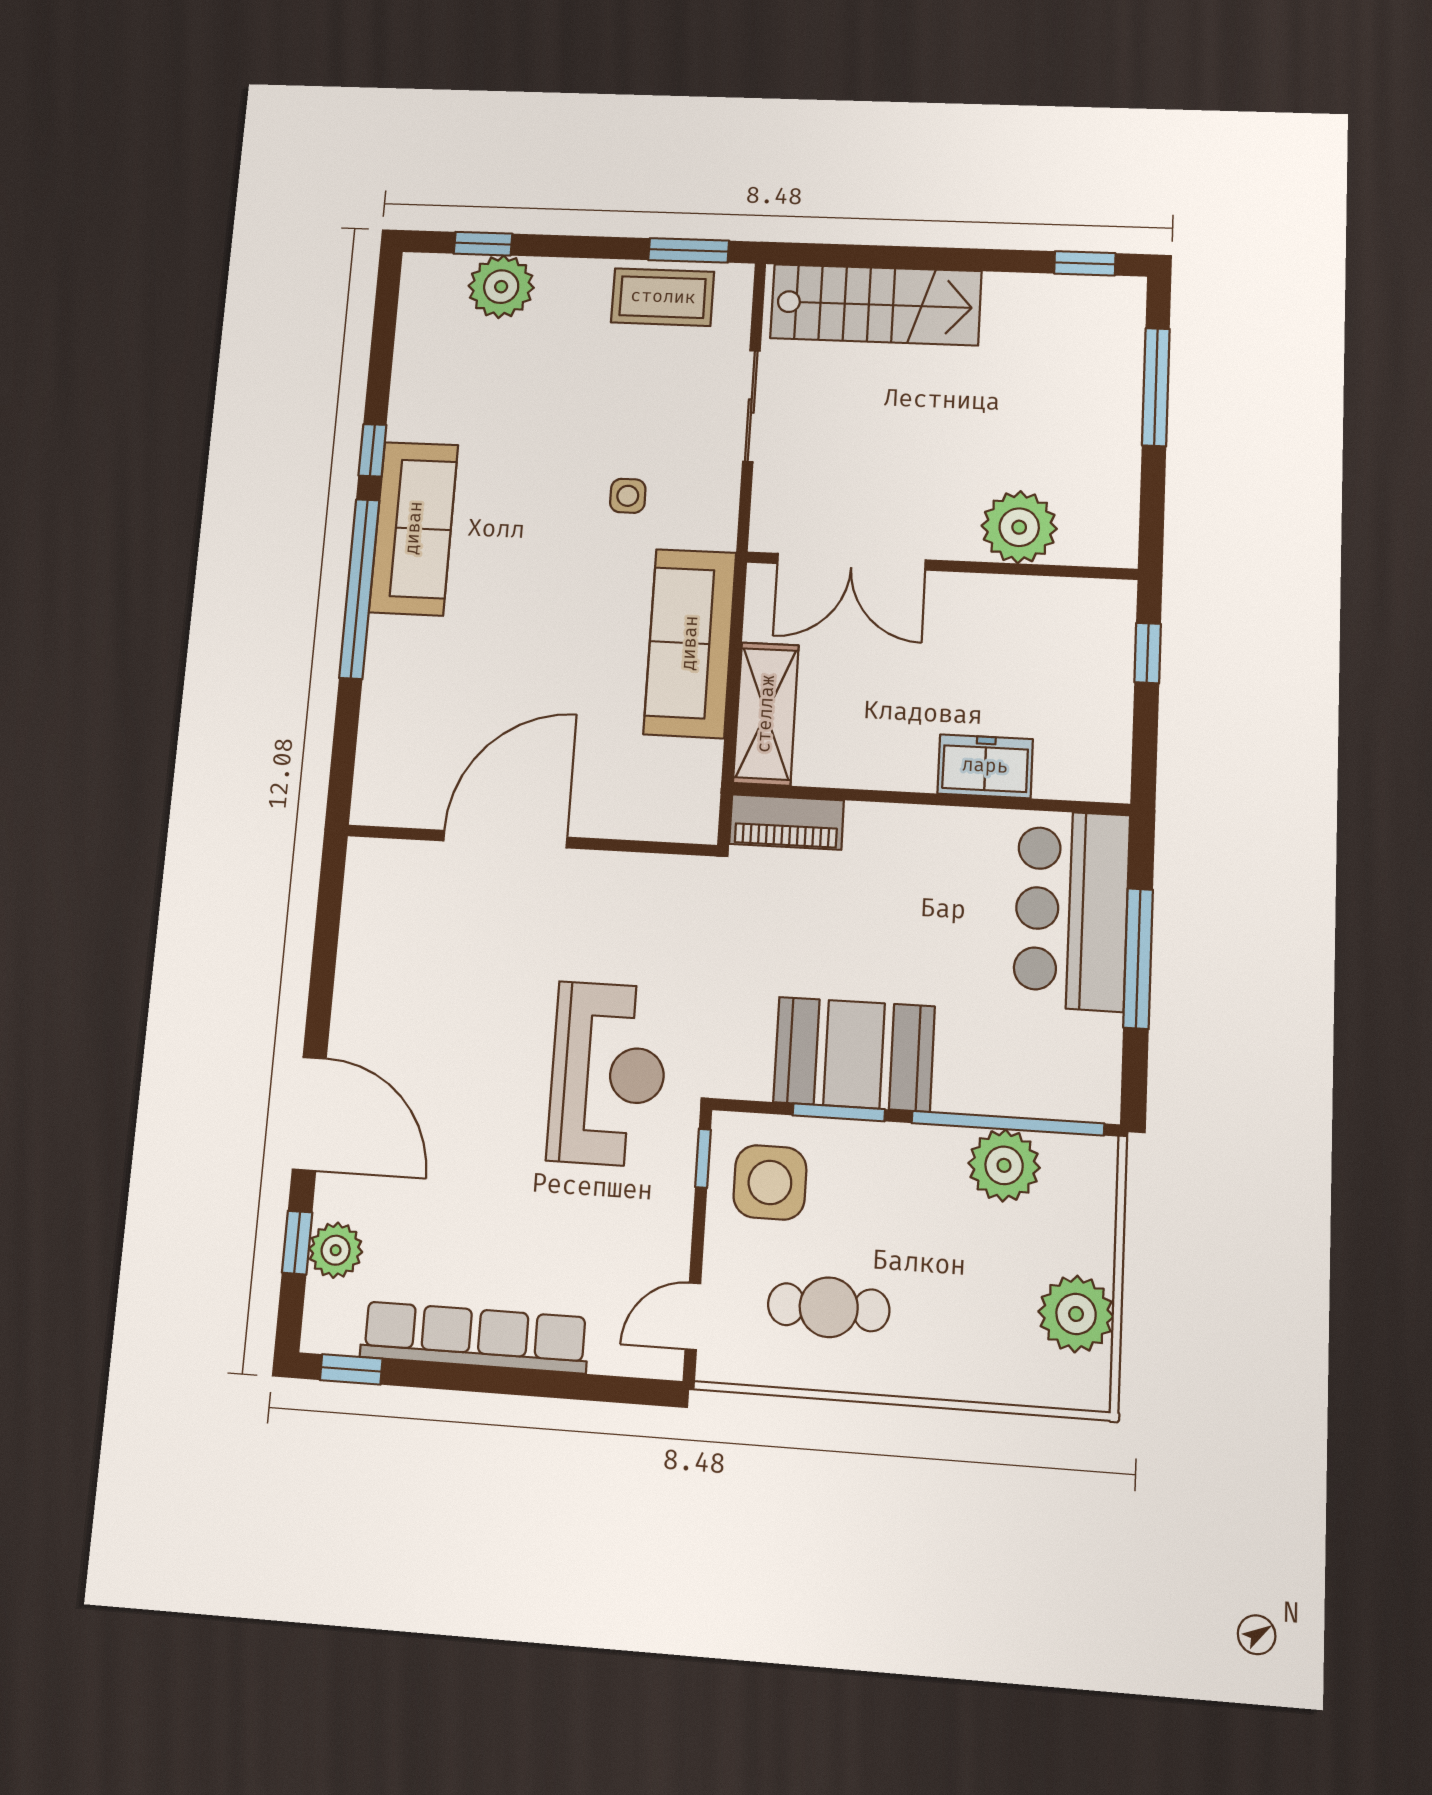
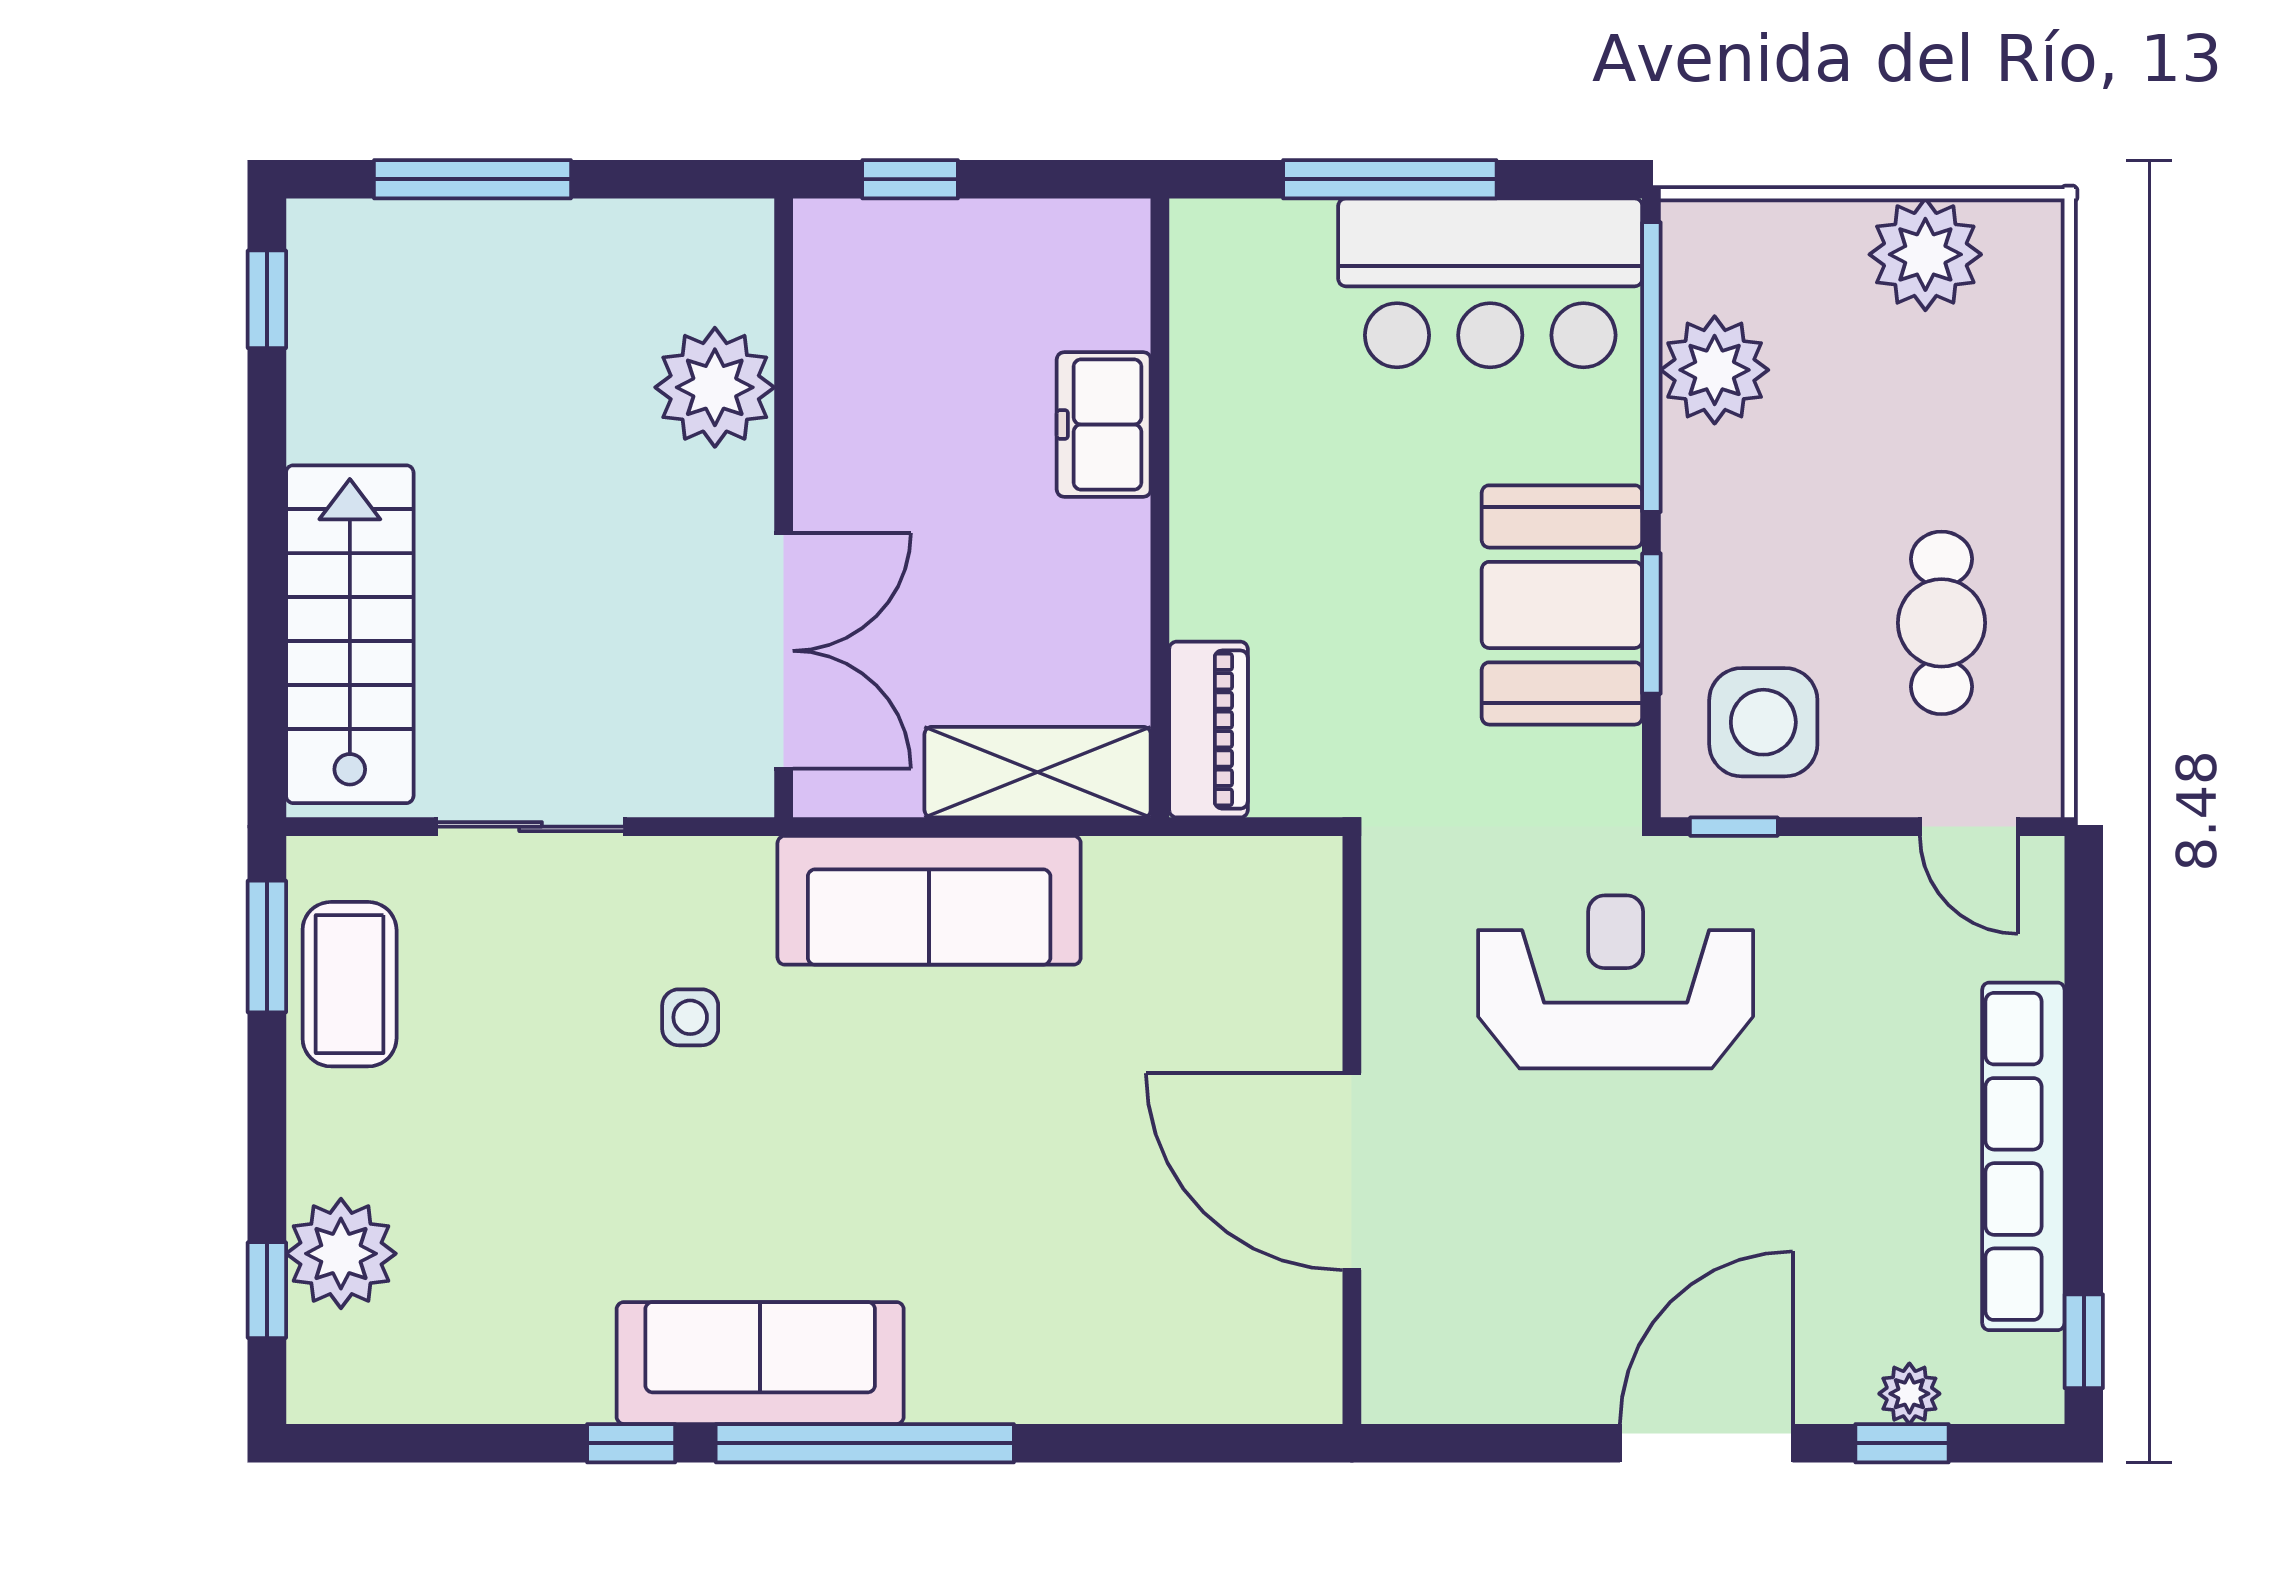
door: (505, 839) -> (1352, 1172), moved
wall: (531, 841) -> (1352, 1130), moved
bar counter: (1072, 910) -> (1490, 283), moved
plant: (336, 1250) -> (1909, 1394), width x0.73, depth x0.73

